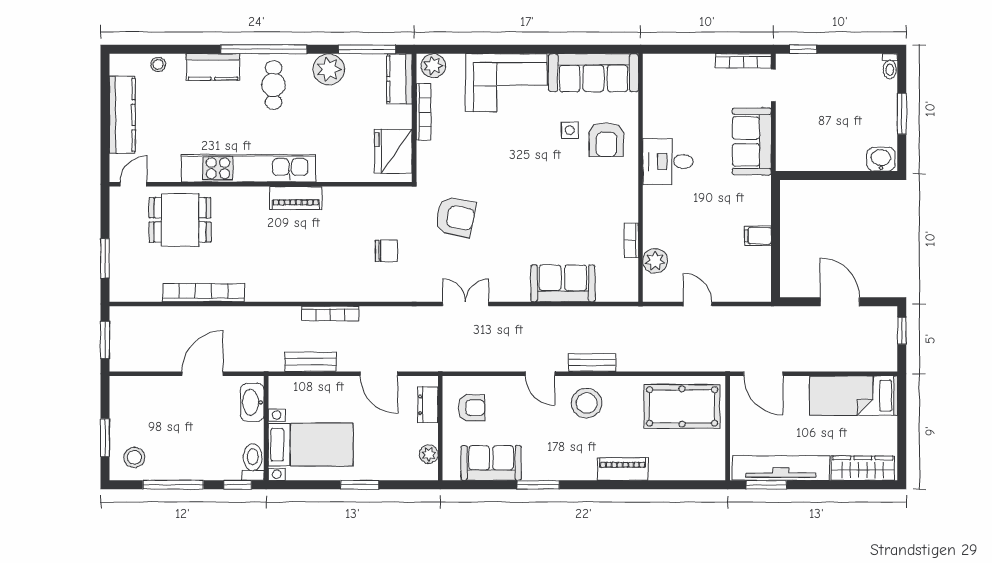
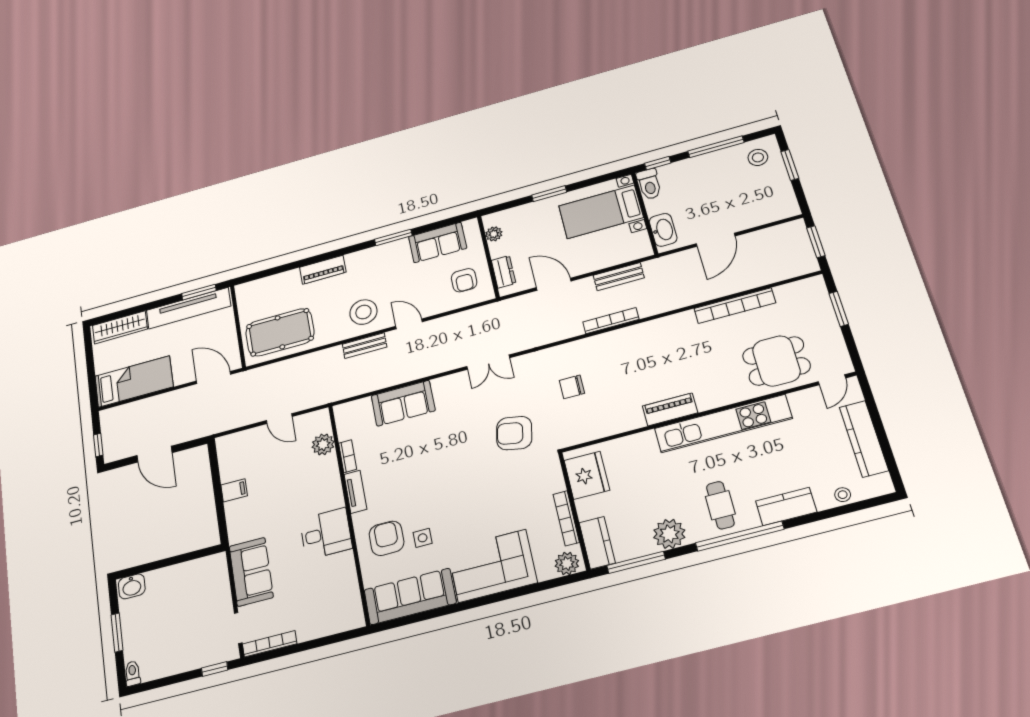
tv unit: (630, 199) -> (355, 492), added
armchair: (472, 408) -> (464, 280), turned -90

